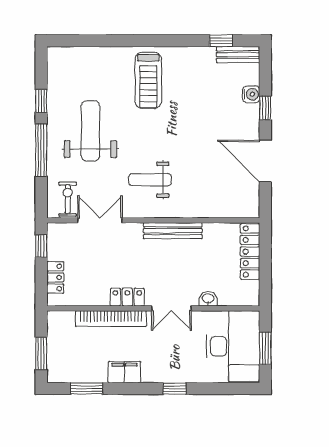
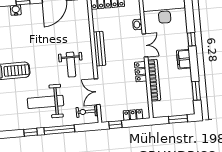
filing cabinet: (125, 372) -> (184, 59), moved

